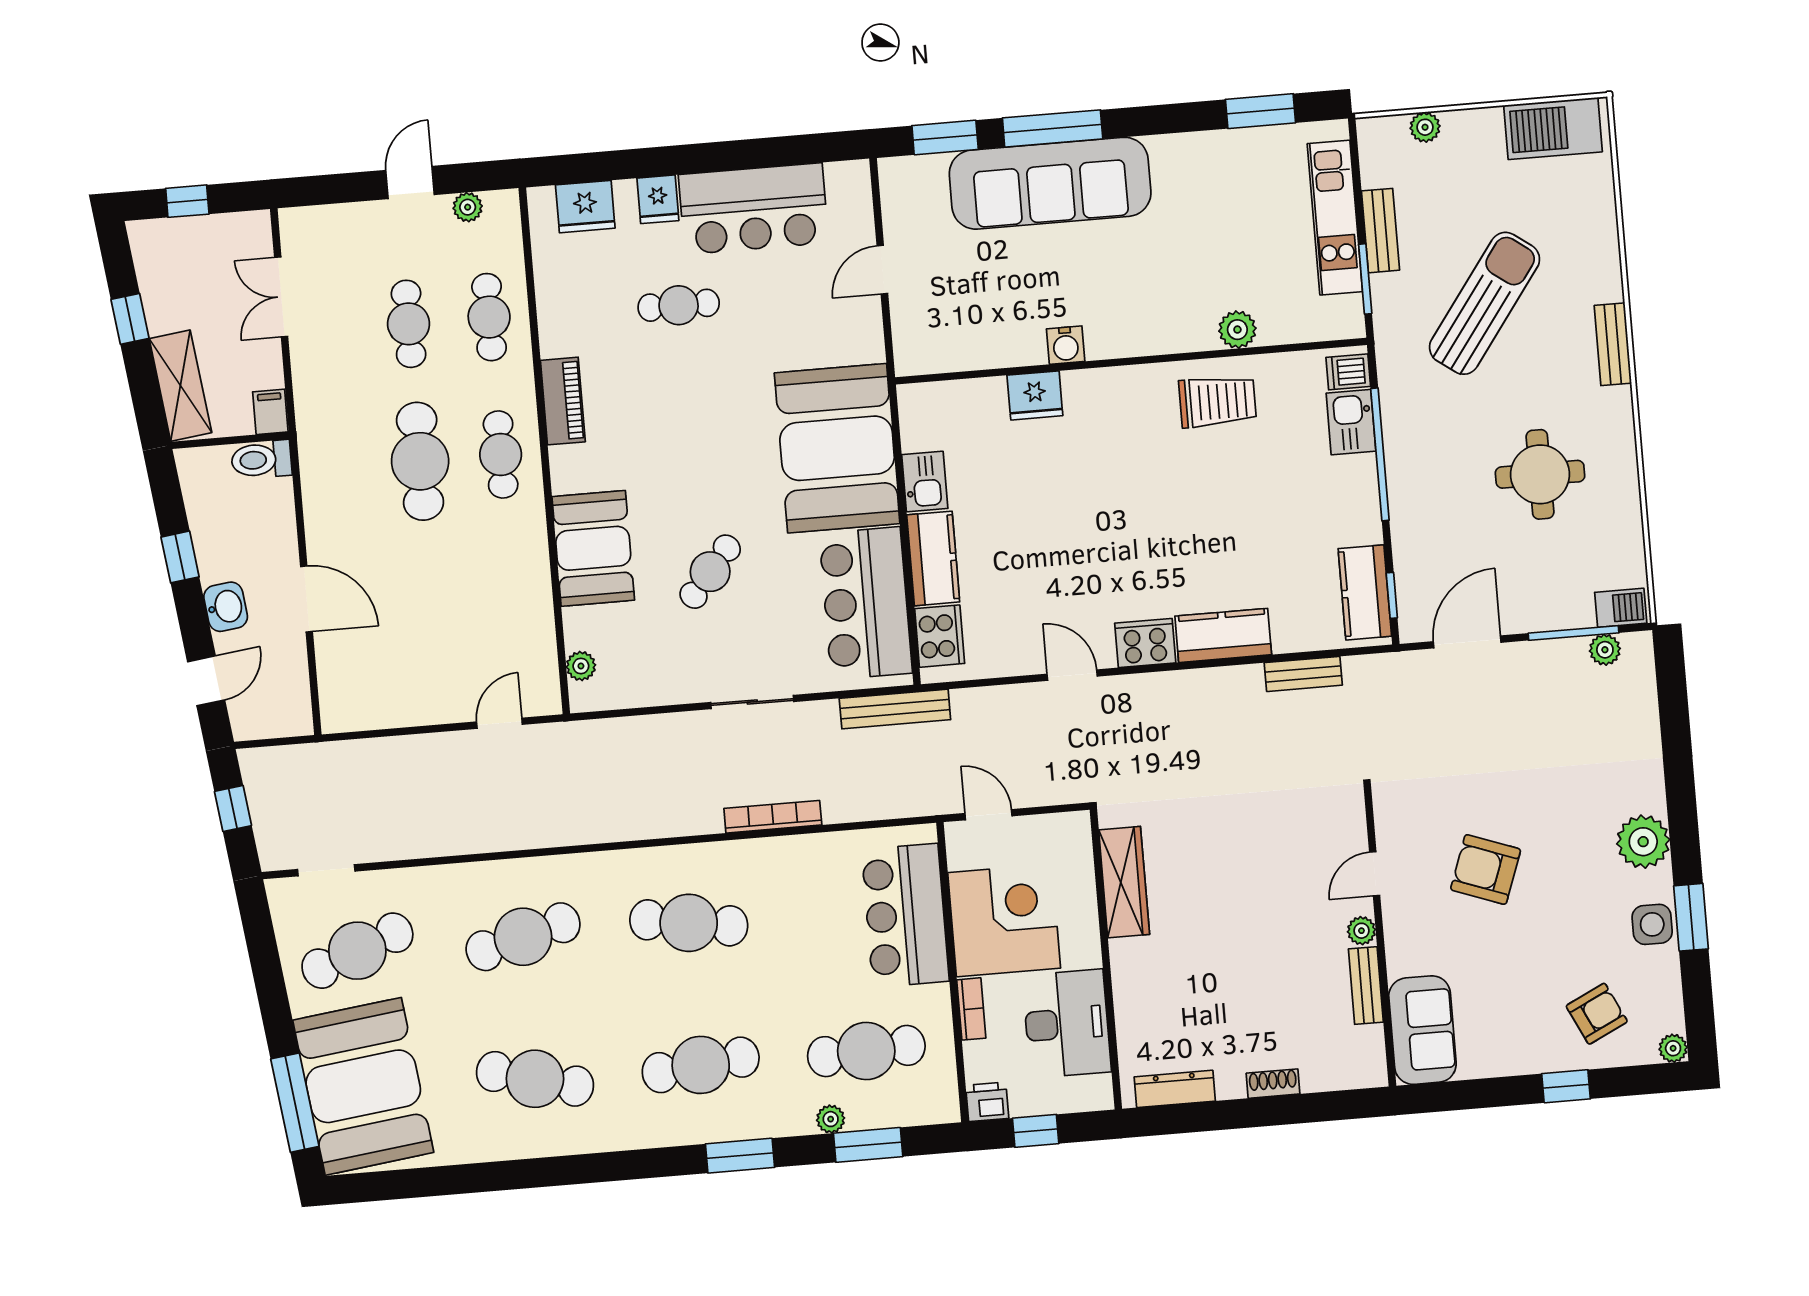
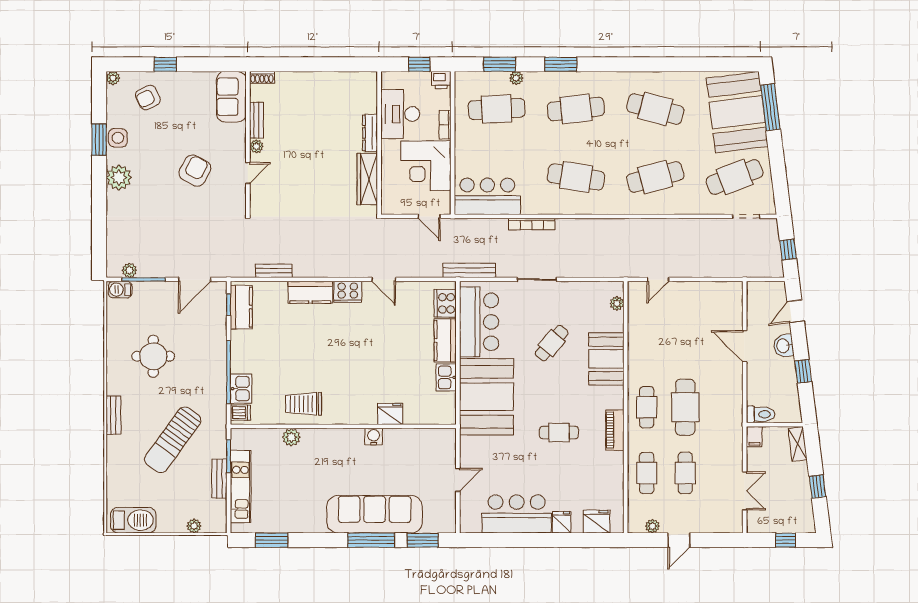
cafe table: (679, 305) -> (559, 433), moved
shelving: (180, 386) -> (798, 444), width x0.67, depth x0.75
armchair: (1486, 869) -> (195, 171), turned -82
bar counter: (905, 915) -> (487, 196), moved, turned -90
shoe rack: (1273, 1084) -> (262, 77), moved
dresser: (1175, 1089) -> (370, 133), moved, turned 90

